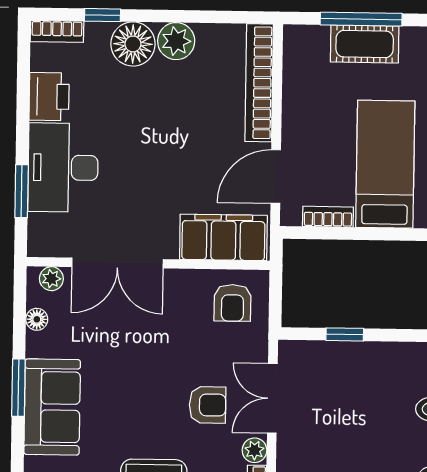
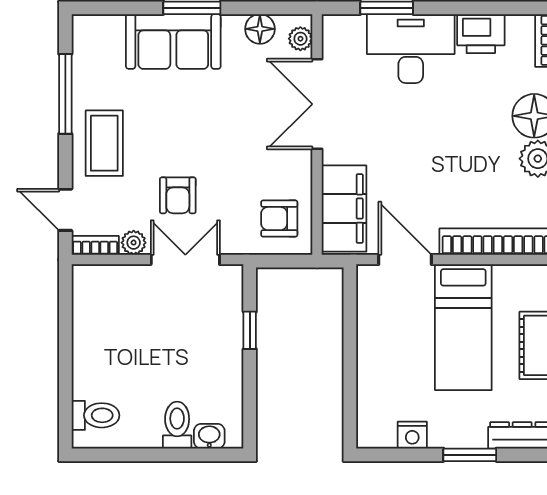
bed: (385, 164) -> (463, 327), moved, turned 90
bookcase: (328, 217) -> (366, 312), removed
floor lamp: (37, 319) -> (260, 29), width x1.37, depth x1.37

